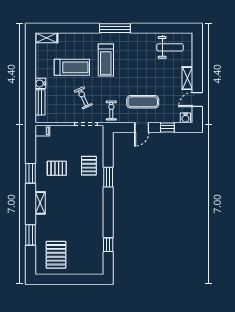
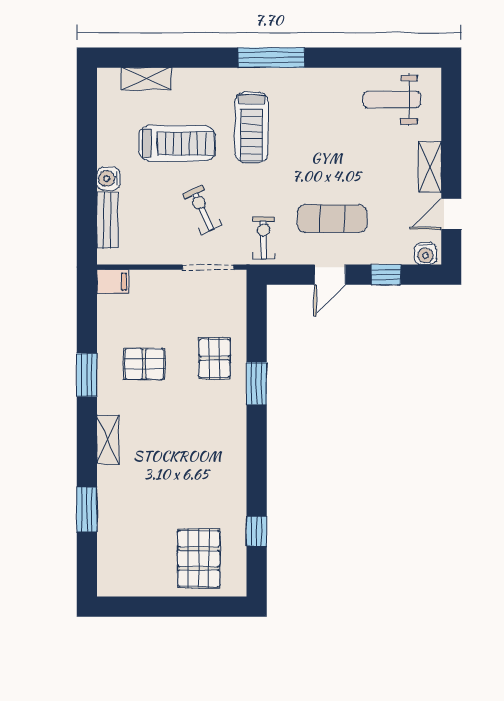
shelving: (46, 38) -> (146, 79), moved
weight bench: (170, 47) -> (392, 100), turned 180
pallet: (56, 255) -> (199, 559), moved

